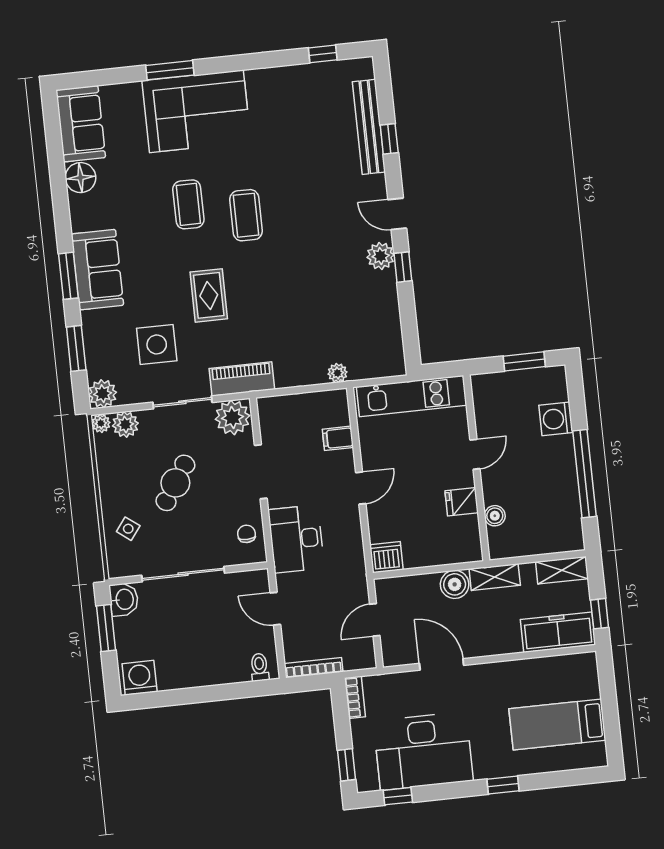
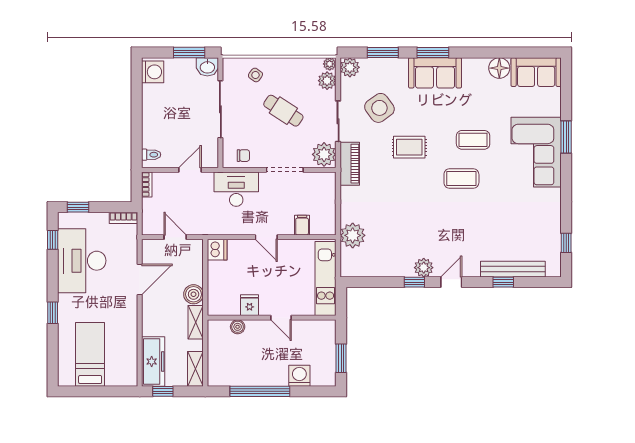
side table: (157, 344) -> (379, 108), turned -36
plant: (337, 373) -> (353, 235), width x1.87, depth x1.87
bookcase: (314, 668) -> (147, 185), width x0.64

